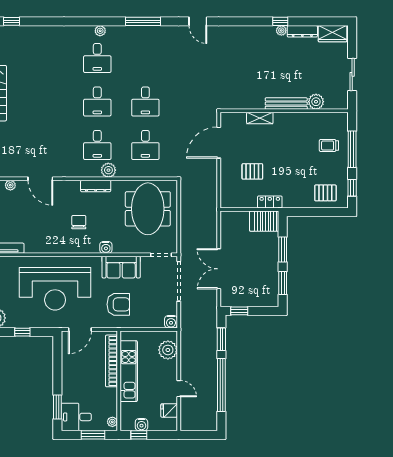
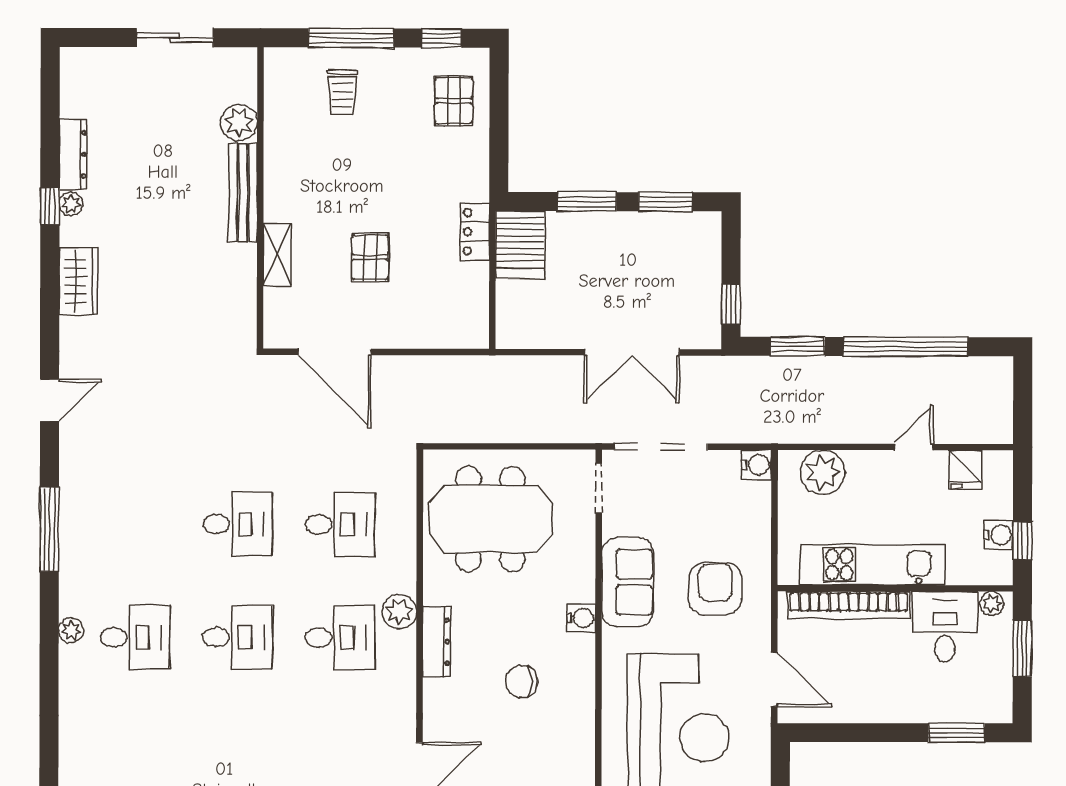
wardrobe: (333, 34) -> (79, 281), moved
pallet: (252, 171) -> (370, 257), moved
desk: (76, 417) -> (945, 627), moved, turned 180

